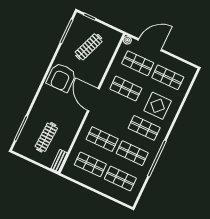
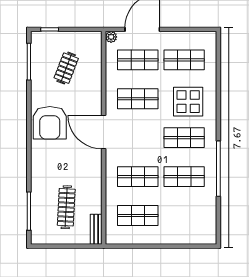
clothes rail: (89, 47) -> (66, 68), width x0.73
shop shelf: (120, 178) -> (184, 216), removed

